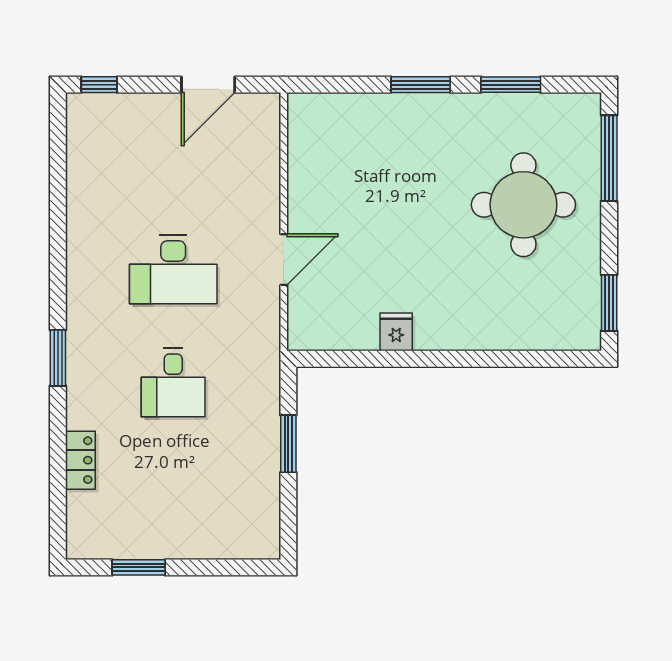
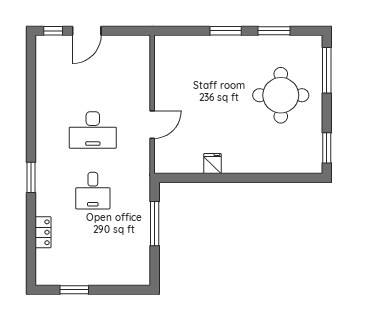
door: (208, 85) -> (87, 31), moved
window: (288, 444) -> (155, 224), width x1.44

